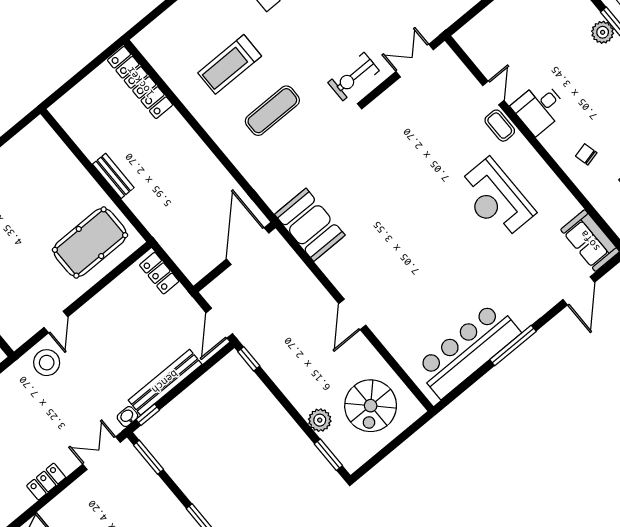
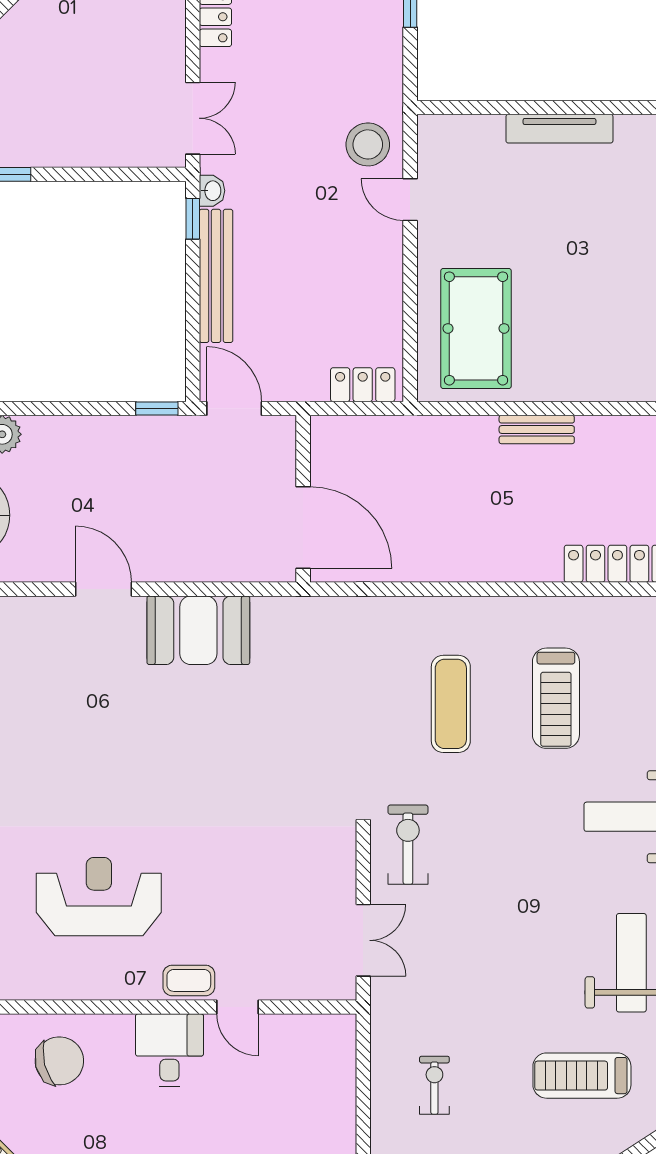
treadmill: (230, 64) -> (556, 698), turned 180
chair: (586, 154) -> (59, 1061), width x1.87, depth x1.87
booth: (310, 225) -> (198, 630), moved
window: (148, 457) -> (137, 174), removed

